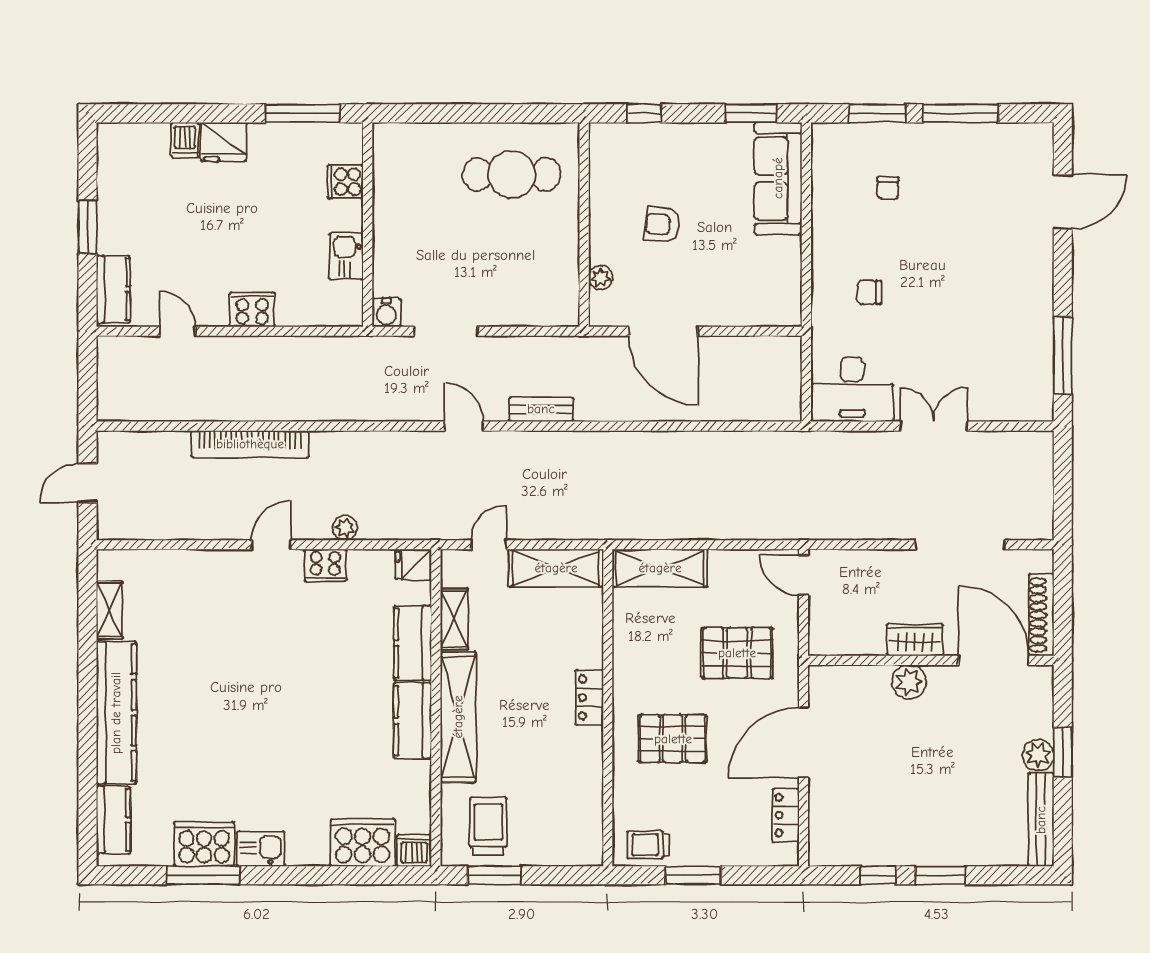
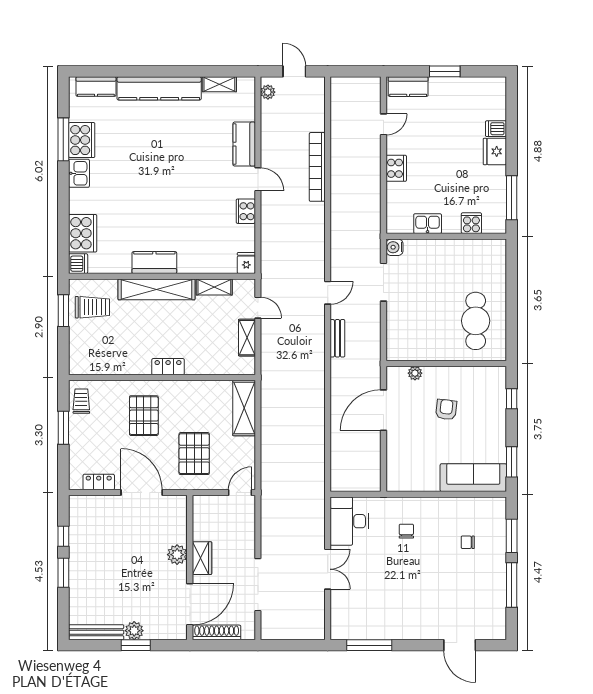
plant: (345, 528) -> (268, 92), moved
shelving: (556, 568) -> (247, 338), width x0.67, depth x0.75
kitchen counter: (413, 643) -> (244, 144), moved, turned -90

